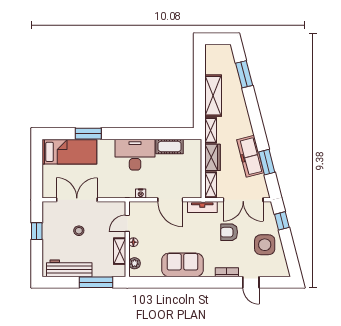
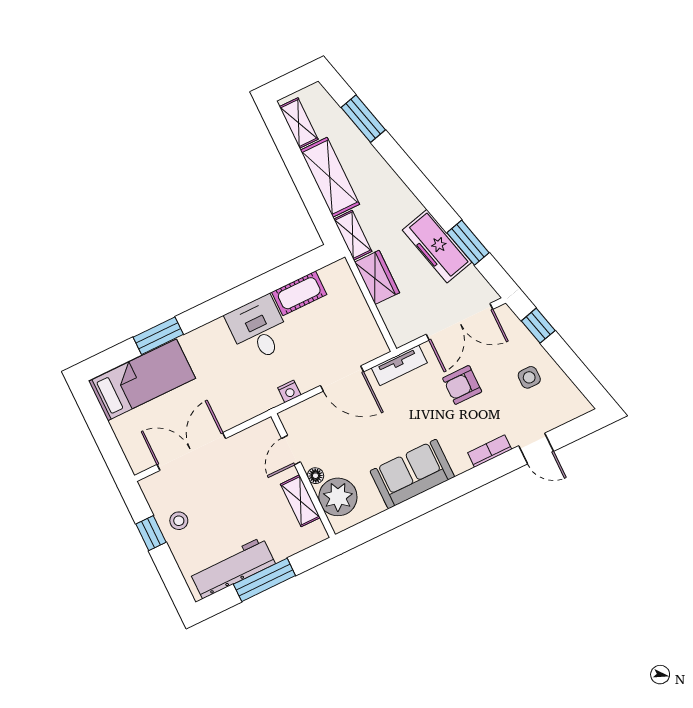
desk: (135, 155) -> (259, 329), width x0.73
shelving: (211, 185) -> (299, 123), moved
stool: (79, 231) -> (179, 521), moved
side table: (265, 245) -> (529, 377), width x0.54, depth x0.54
plant: (135, 263) -> (338, 497), width x1.87, depth x1.87
window: (96, 282) -> (264, 580), moved

